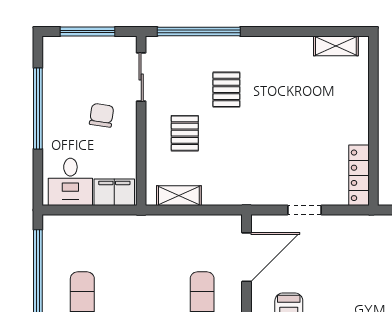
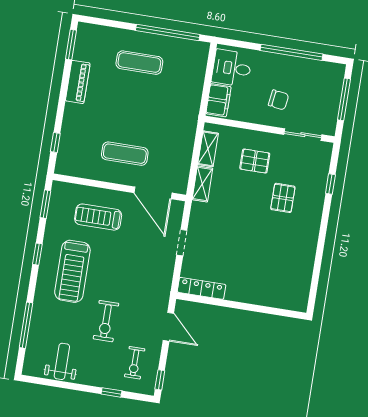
window: (199, 31) -> (330, 184), width x0.32
shelving: (336, 46) -> (202, 184), moved
pallet: (226, 90) -> (283, 198), turned 90

